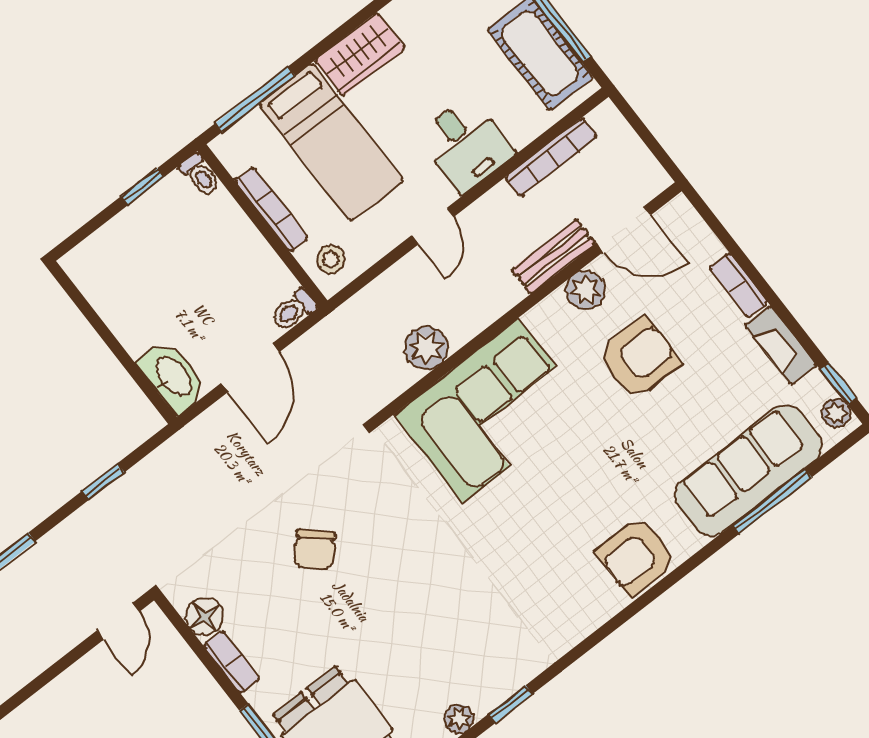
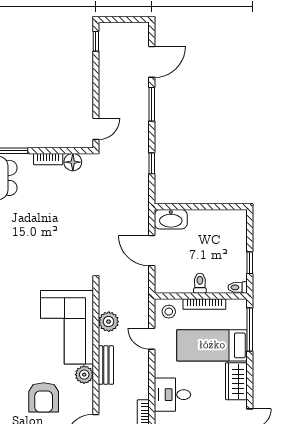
door: (433, 226) -> (152, 339), moved
bench: (553, 256) -> (106, 365), moved
plant: (586, 290) -> (84, 375), moved
toilet: (293, 310) -> (200, 283), moved
chair: (314, 550) -> (66, 222), removed
door: (118, 621) -> (96, 129), swing flipped

